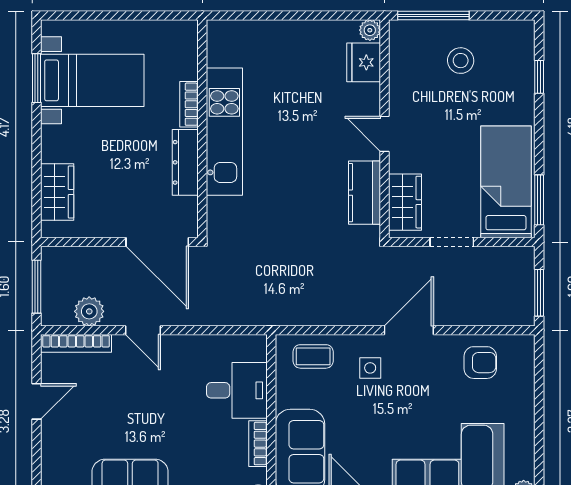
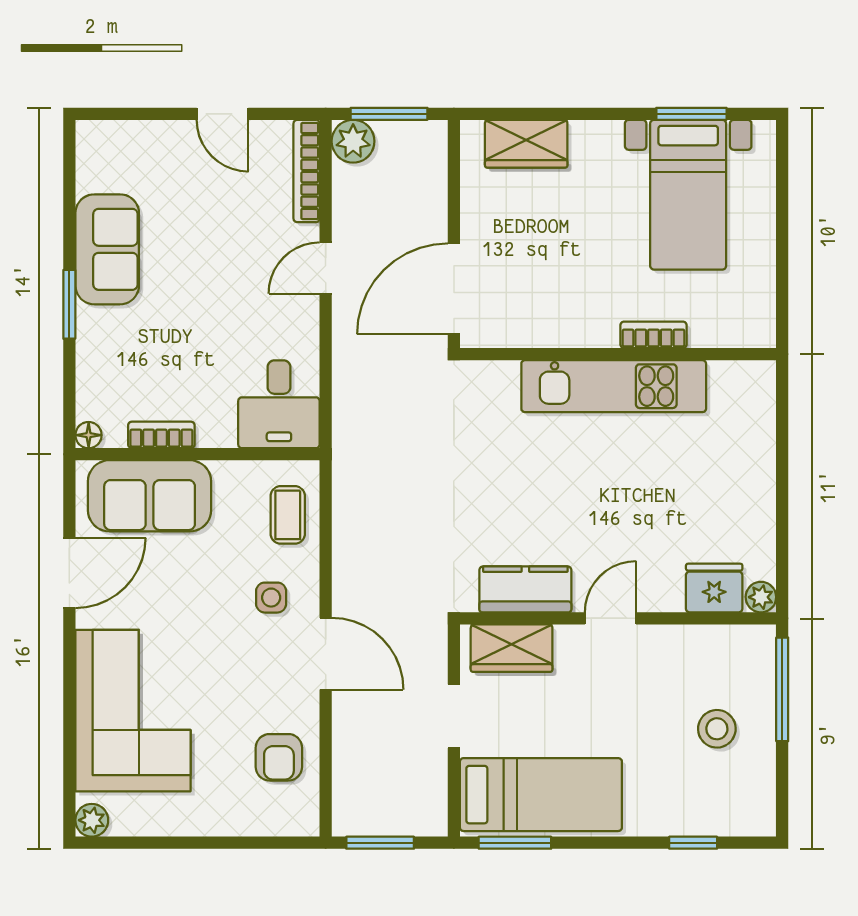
dresser: (185, 162) -> (569, 329), removed
plant: (89, 311) -> (353, 141), moved
desk: (237, 390) -> (279, 404), moved

